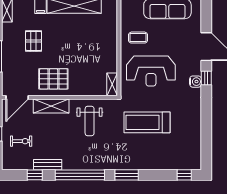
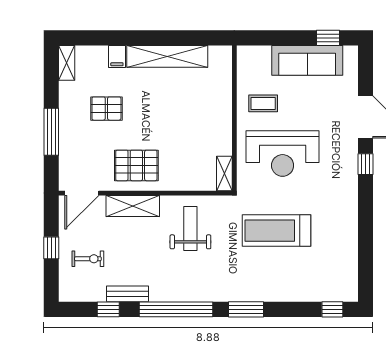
pallet: (33, 41) -> (106, 109), turned 90
water cooler: (196, 82) -> (349, 169), removed
weight bench: (90, 121) -> (190, 229), turned 180

